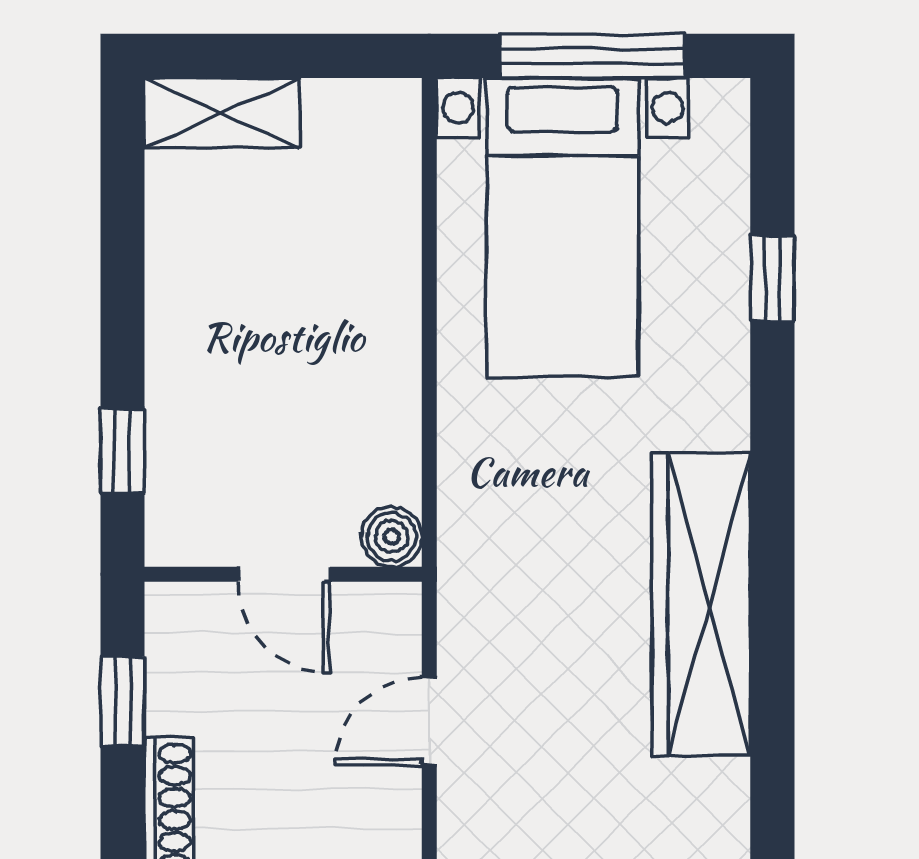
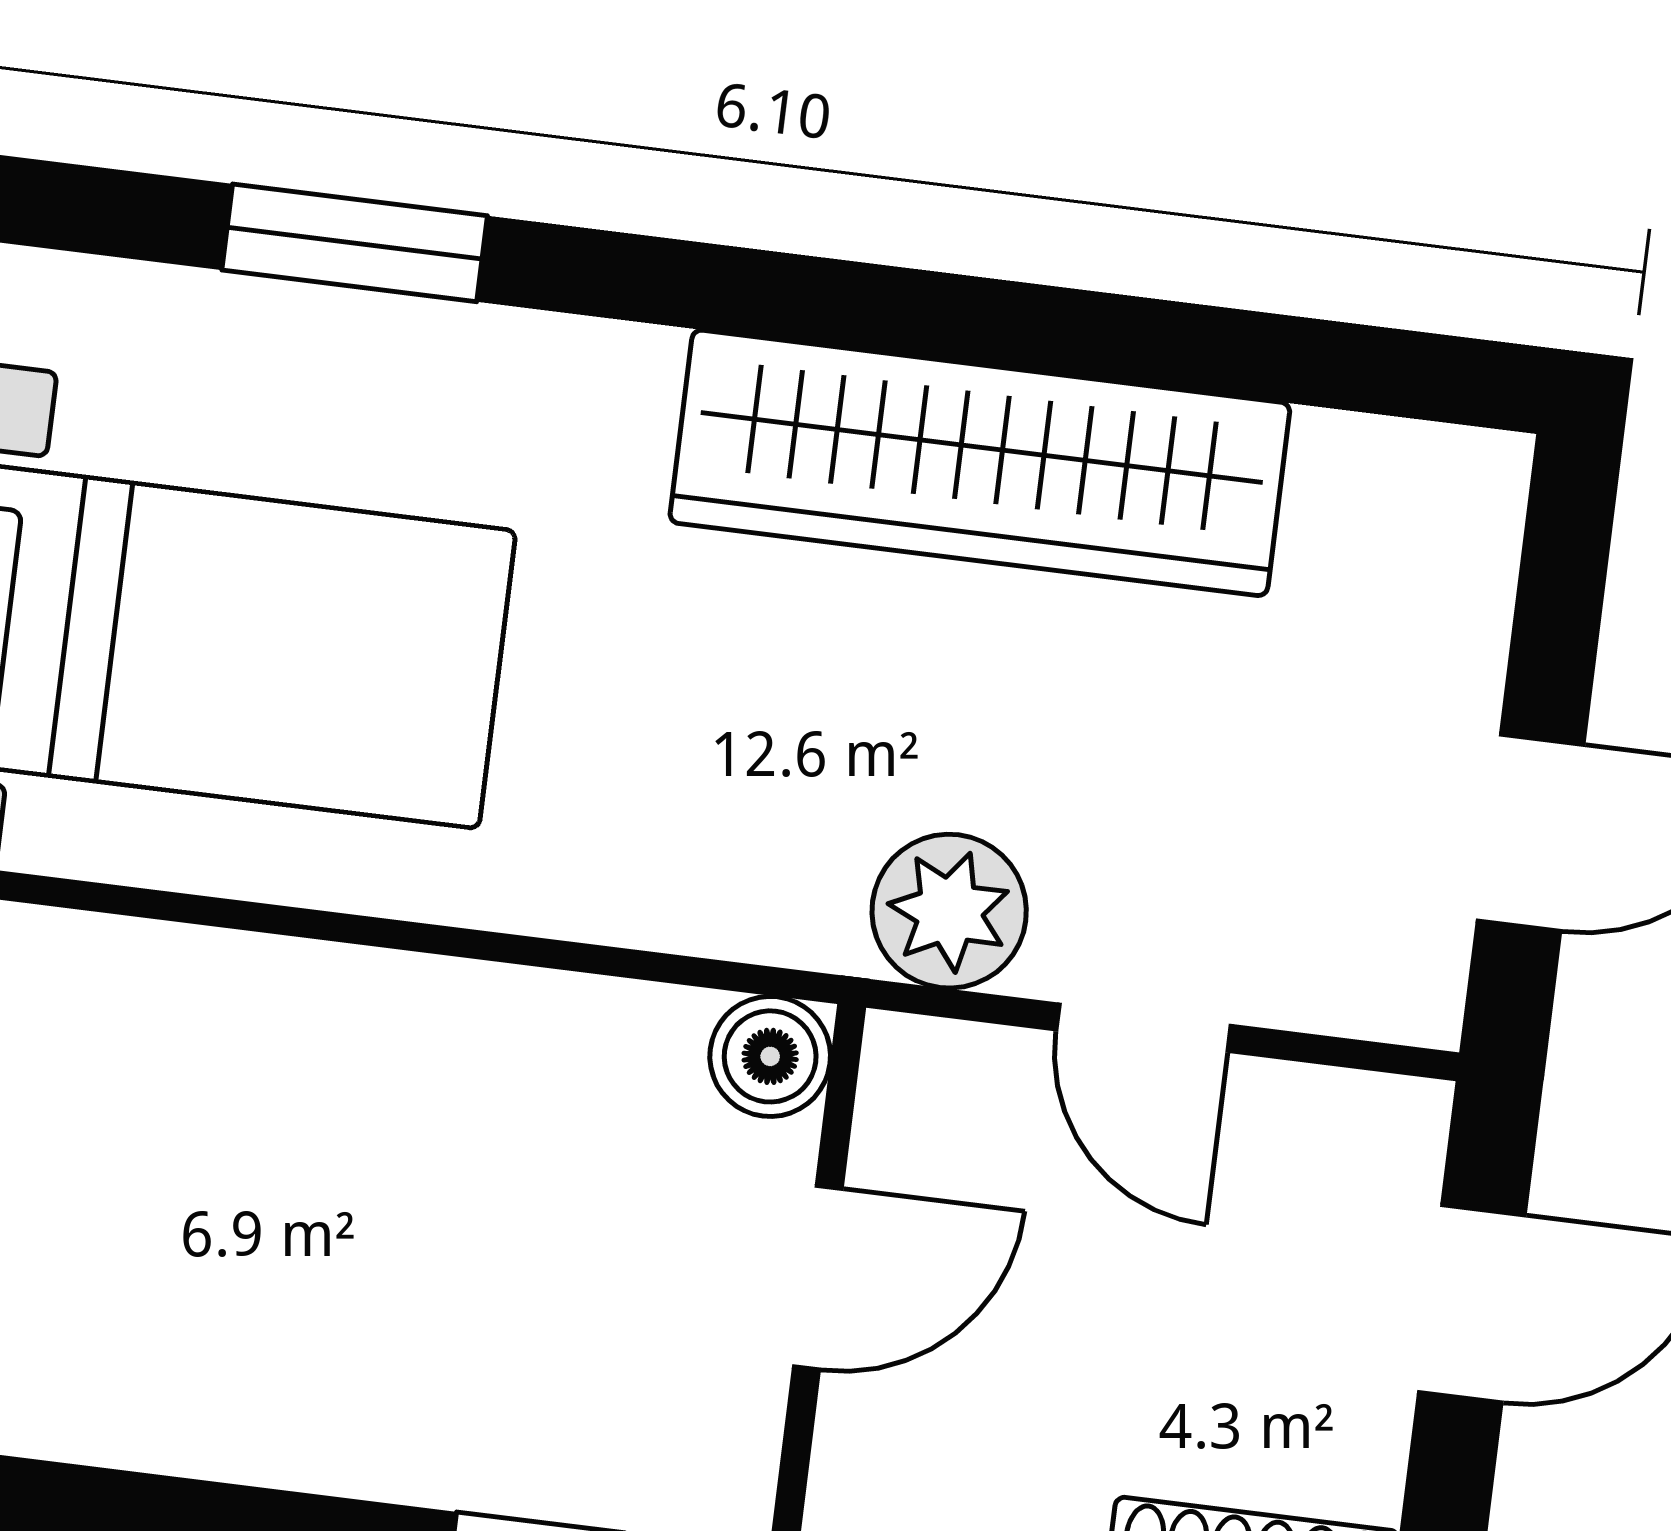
window: (772, 278) -> (355, 243), width x1.50
plant: (475, 617) -> (949, 911), added

